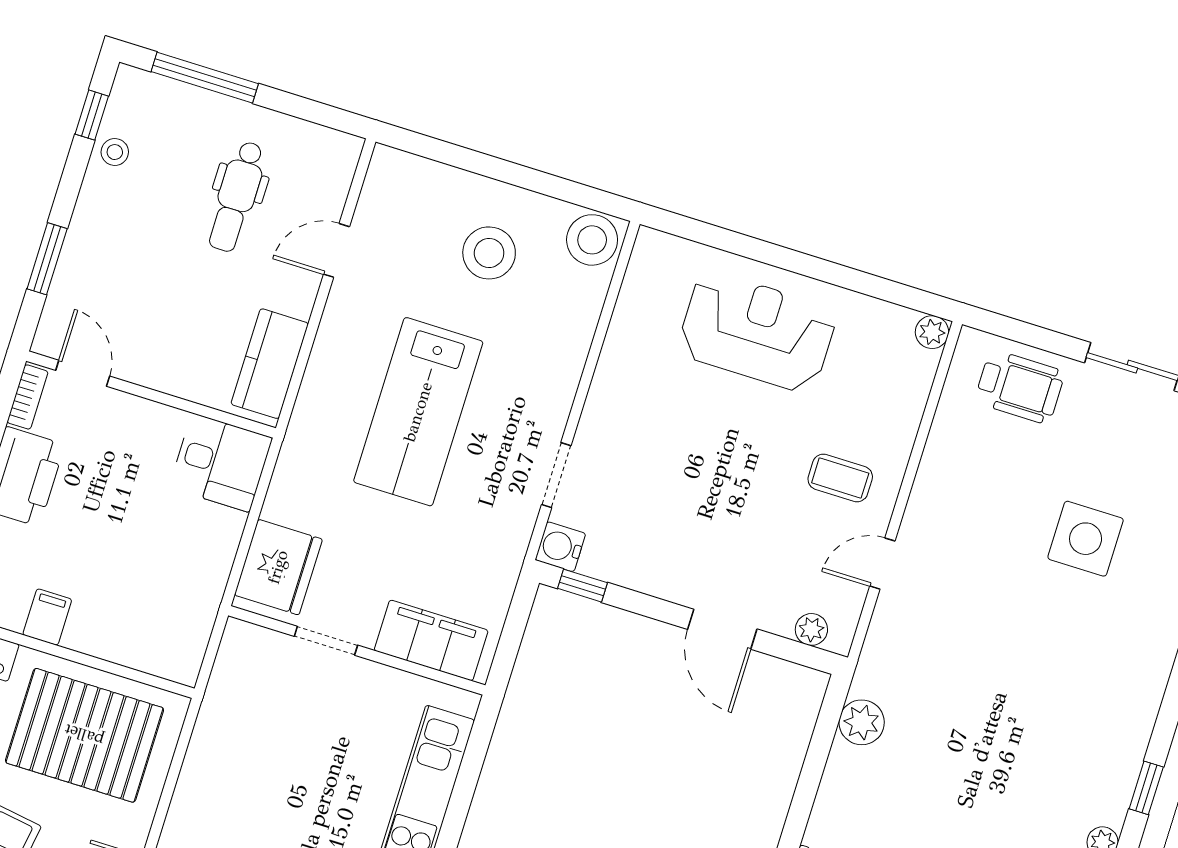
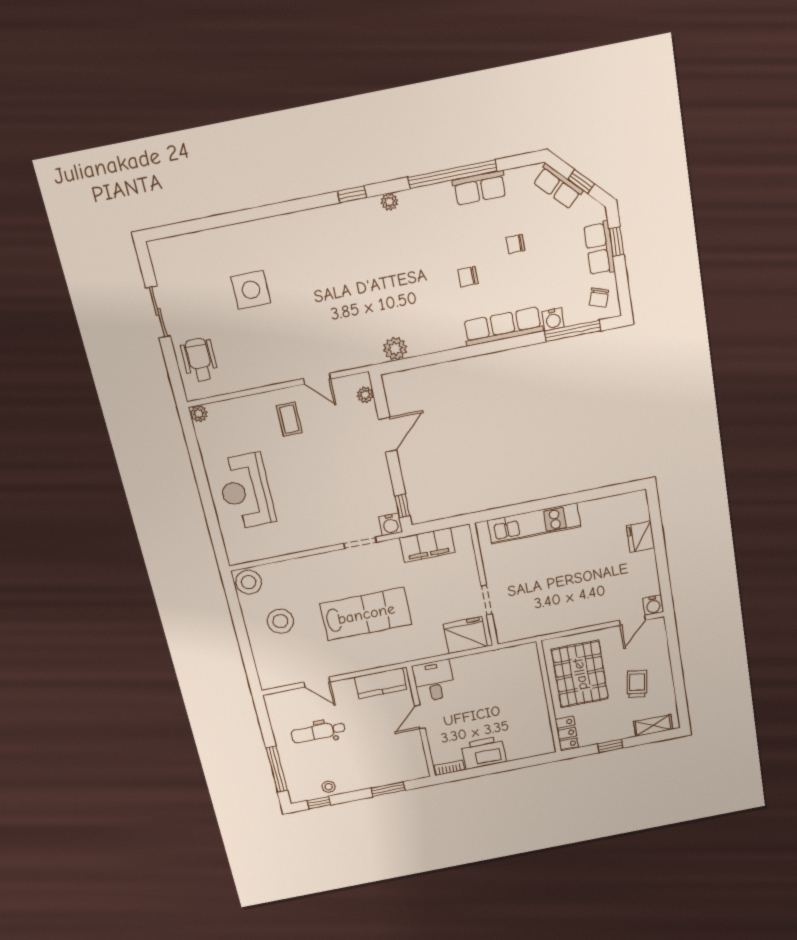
dental chair: (237, 196) -> (318, 732), turned 180
door: (83, 373) -> (420, 717), moved
filing cabinet: (47, 617) -> (537, 714), removed
filing cabinet: (431, 640) -> (427, 545), moved, turned -90

